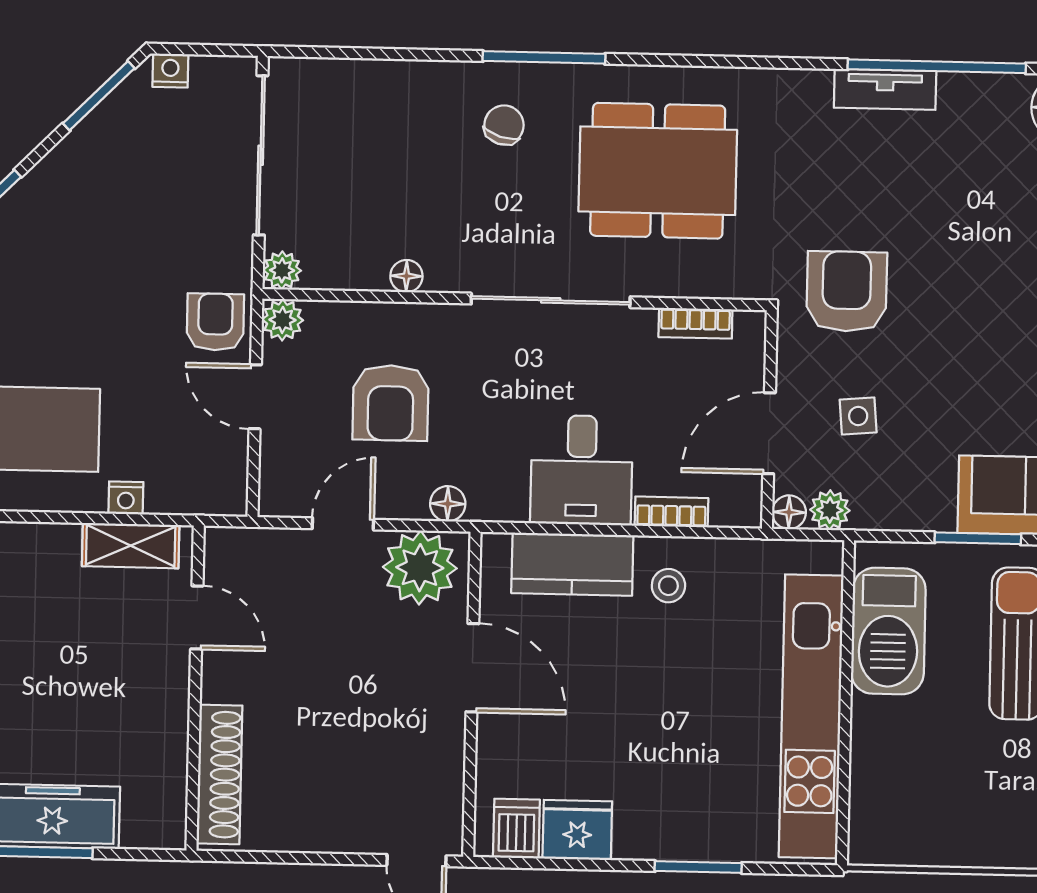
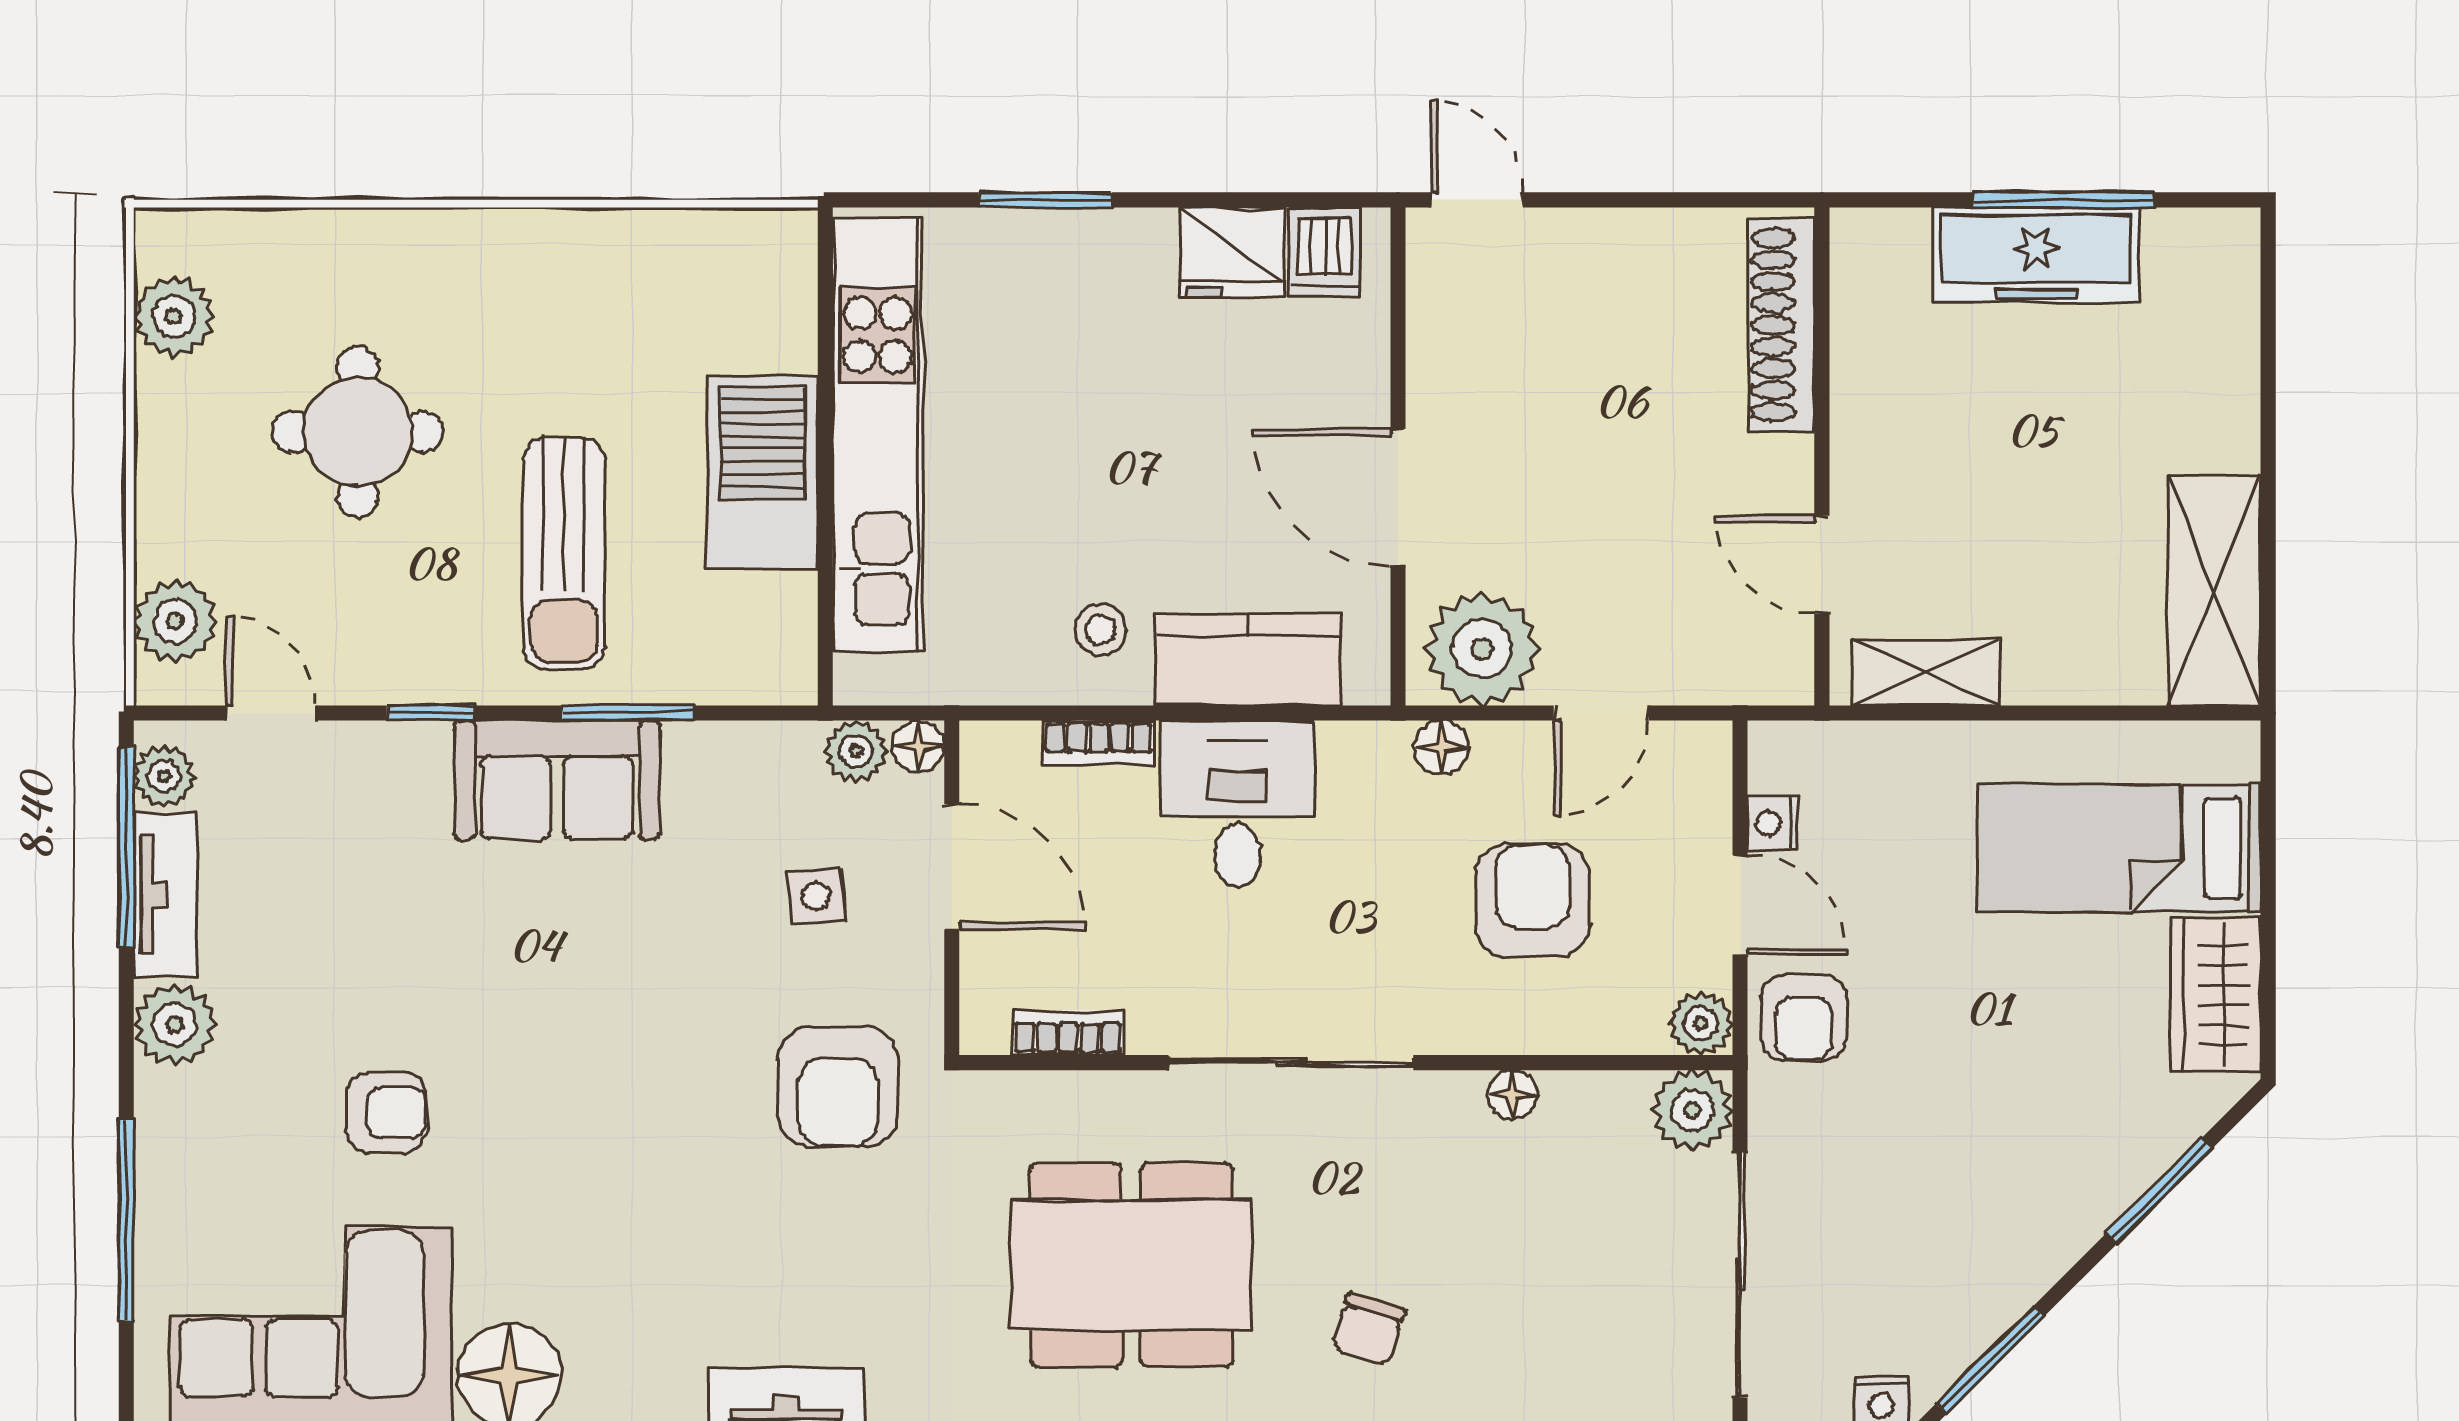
plant: (282, 270) -> (1692, 1110), width x1.38, depth x1.38
door: (769, 433) -> (952, 867), hinge flipped
nightstand: (126, 498) -> (1772, 823), moved, turned -90
barbecue: (888, 631) -> (762, 472), moved

